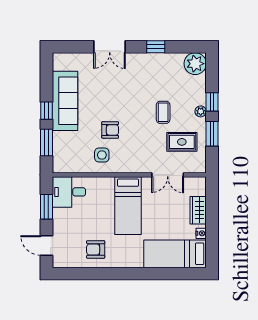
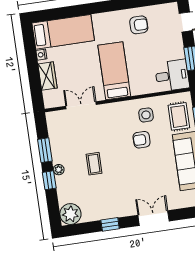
rug: (182, 142) -> (179, 116), moved, turned 90

